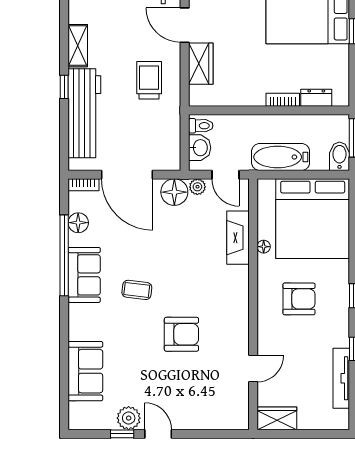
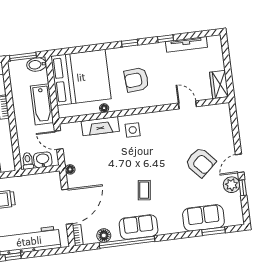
door: (225, 175) -> (59, 140), swing flipped
plant: (197, 187) -> (69, 158), removed
floor lamp: (174, 192) -> (70, 169), width x0.53, depth x0.53
side table: (227, 284) -> (133, 130), added
armchair: (299, 299) -> (136, 80), turned -94
armchair: (181, 334) -> (201, 162), moved, turned 138
window: (64, 383) -> (214, 231), added

